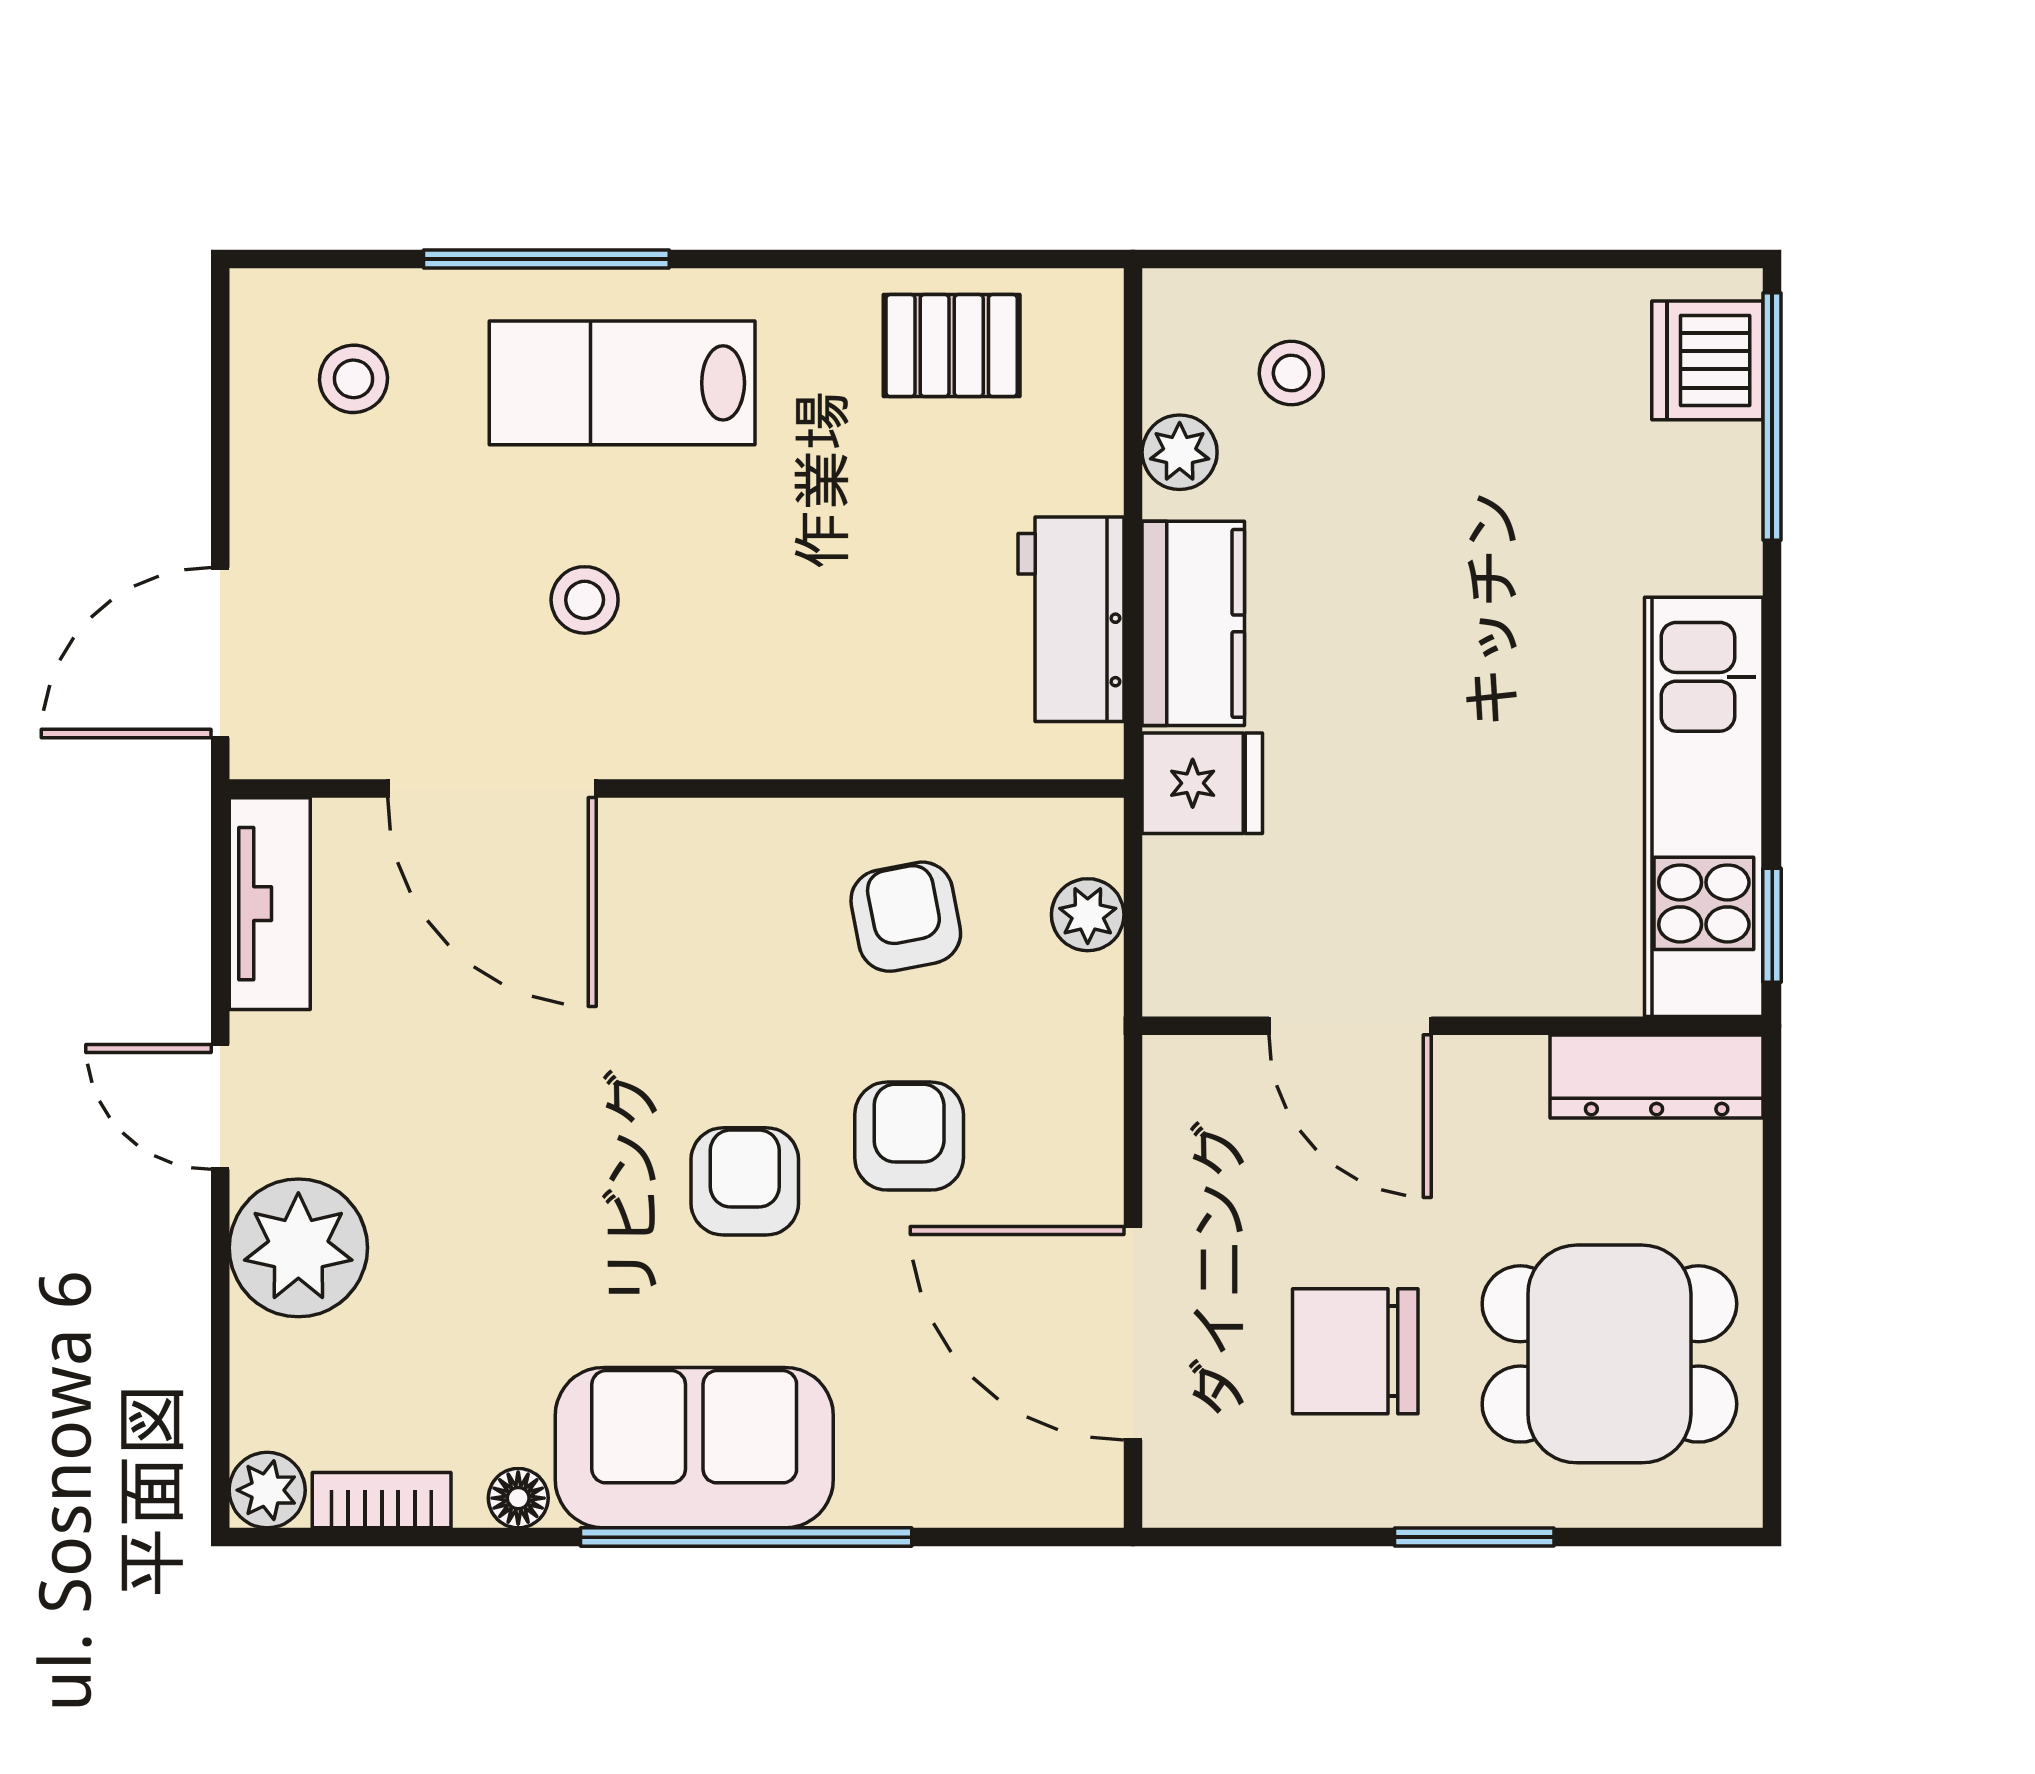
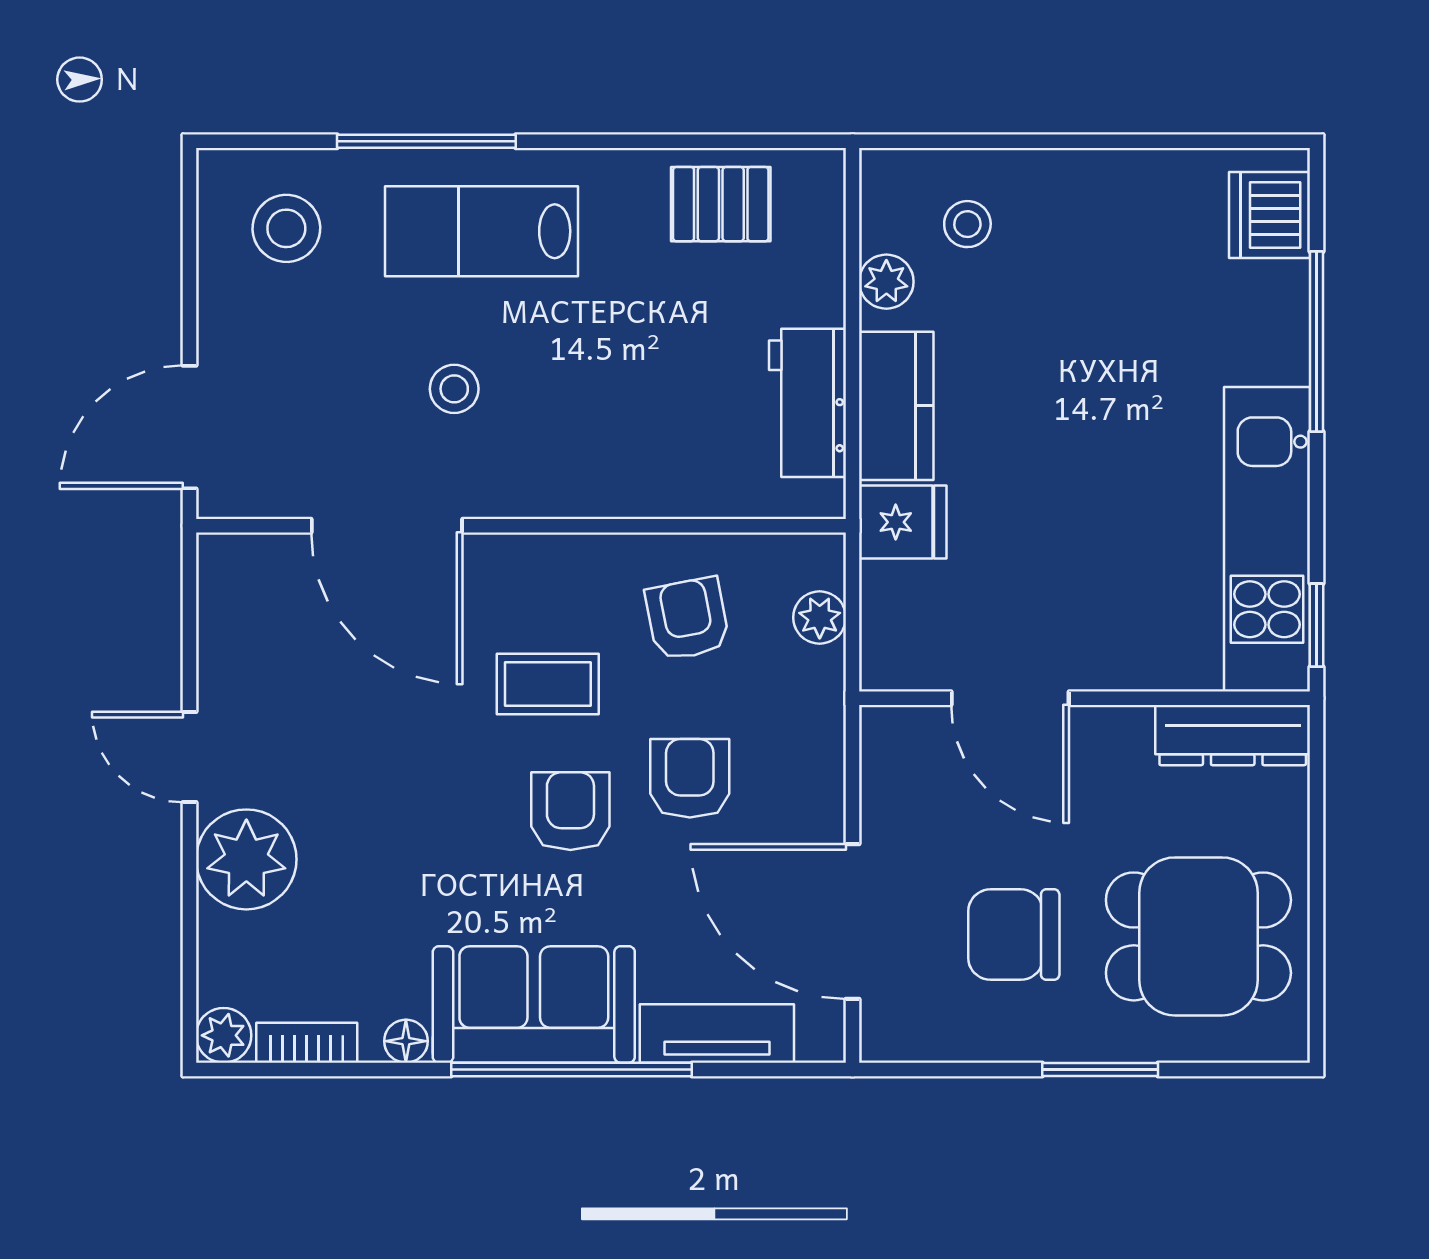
stool: (354, 379) -> (286, 228), width x1.37, depth x1.37
window: (1772, 416) -> (1317, 342), moved
tv unit: (270, 904) -> (717, 1033), moved, turned -90
coffee table: (714, 1006) -> (548, 684), added

